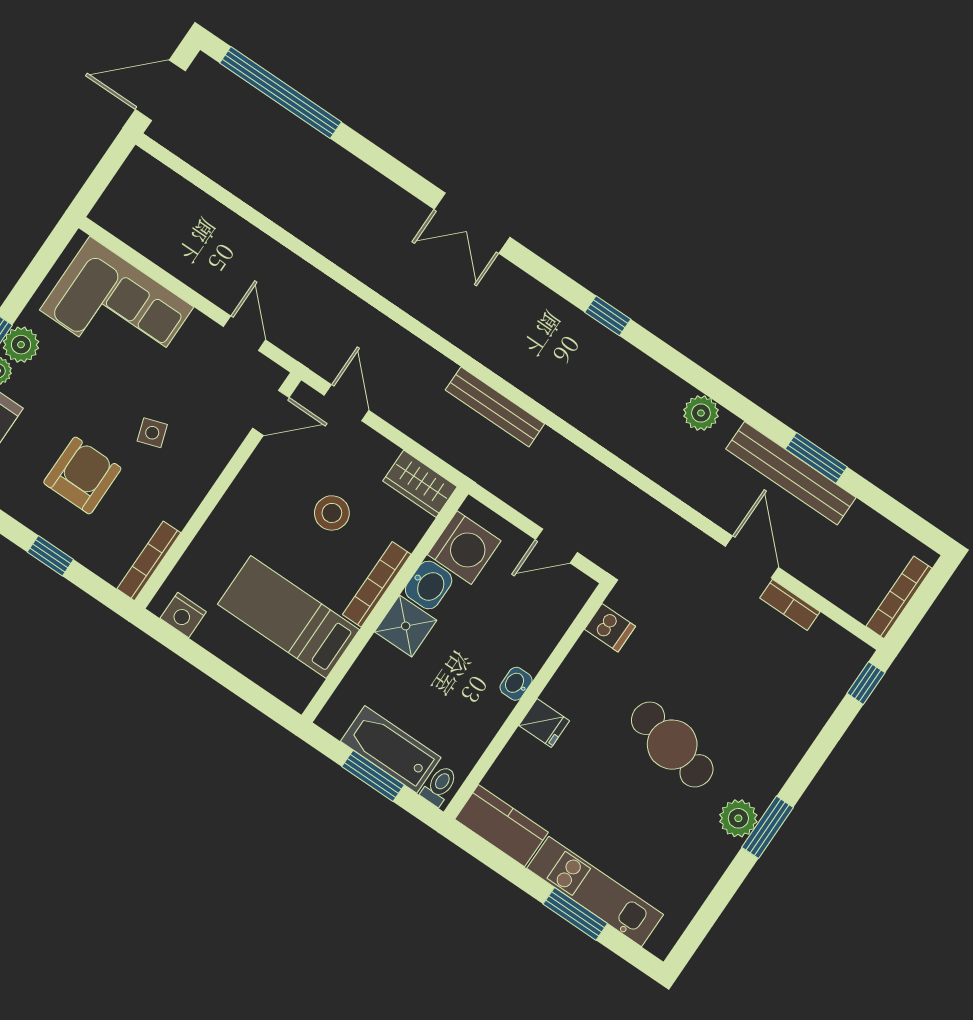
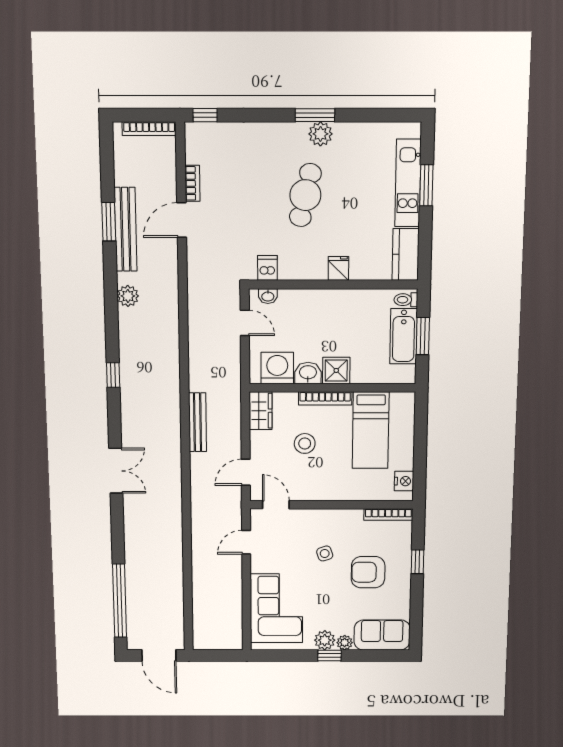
bench: (495, 407) -> (197, 422), moved
washbasin: (516, 684) -> (268, 296), moved

